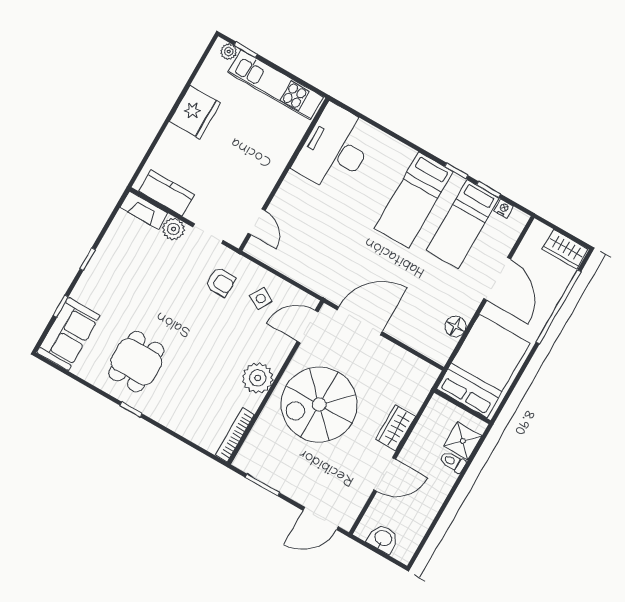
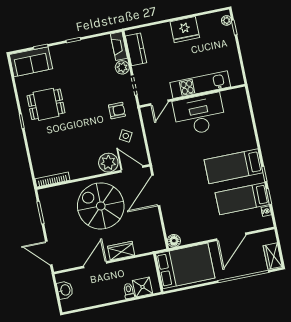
kitchen unit: (276, 85) -> (200, 85), moved, turned 90
desk: (335, 149) -> (199, 114), moved
armchair: (220, 282) -> (117, 111), turned -90
door: (360, 321) -> (156, 190), swing flipped
floor lamp: (455, 326) -> (174, 241), moved
plant: (258, 378) -> (108, 163), moved
door: (385, 474) -> (95, 265), swing flipped

